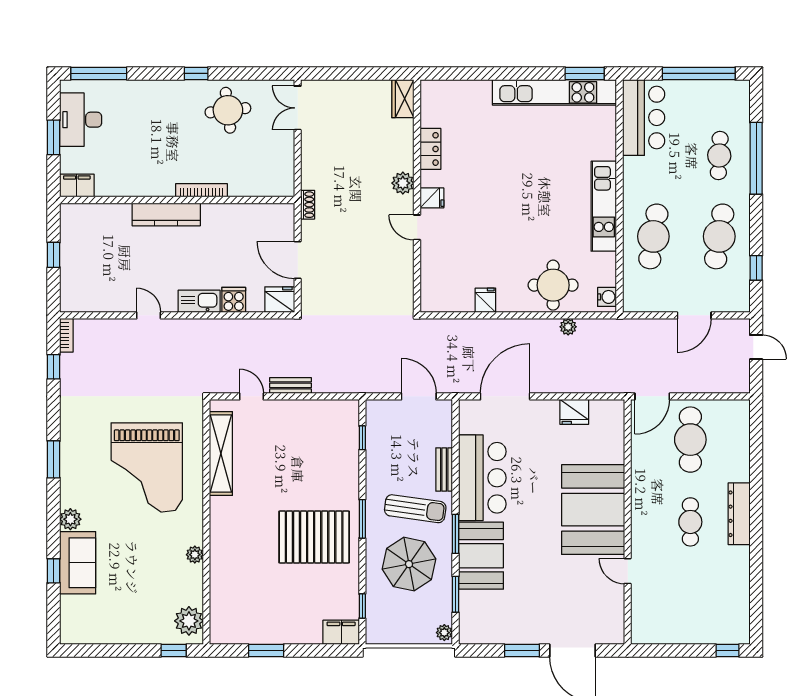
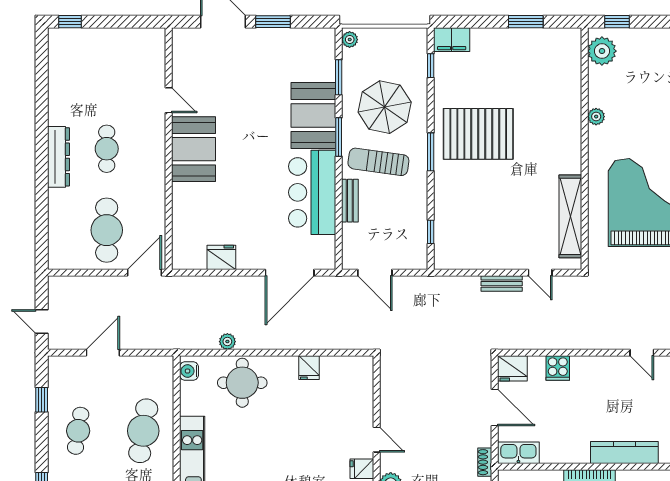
cafe table: (719, 236) -> (78, 431), width x0.73, depth x0.74
kitchen sink: (199, 301) -> (518, 453), moved, turned 180
booth: (593, 510) -> (194, 149), width x0.73, depth x0.70

